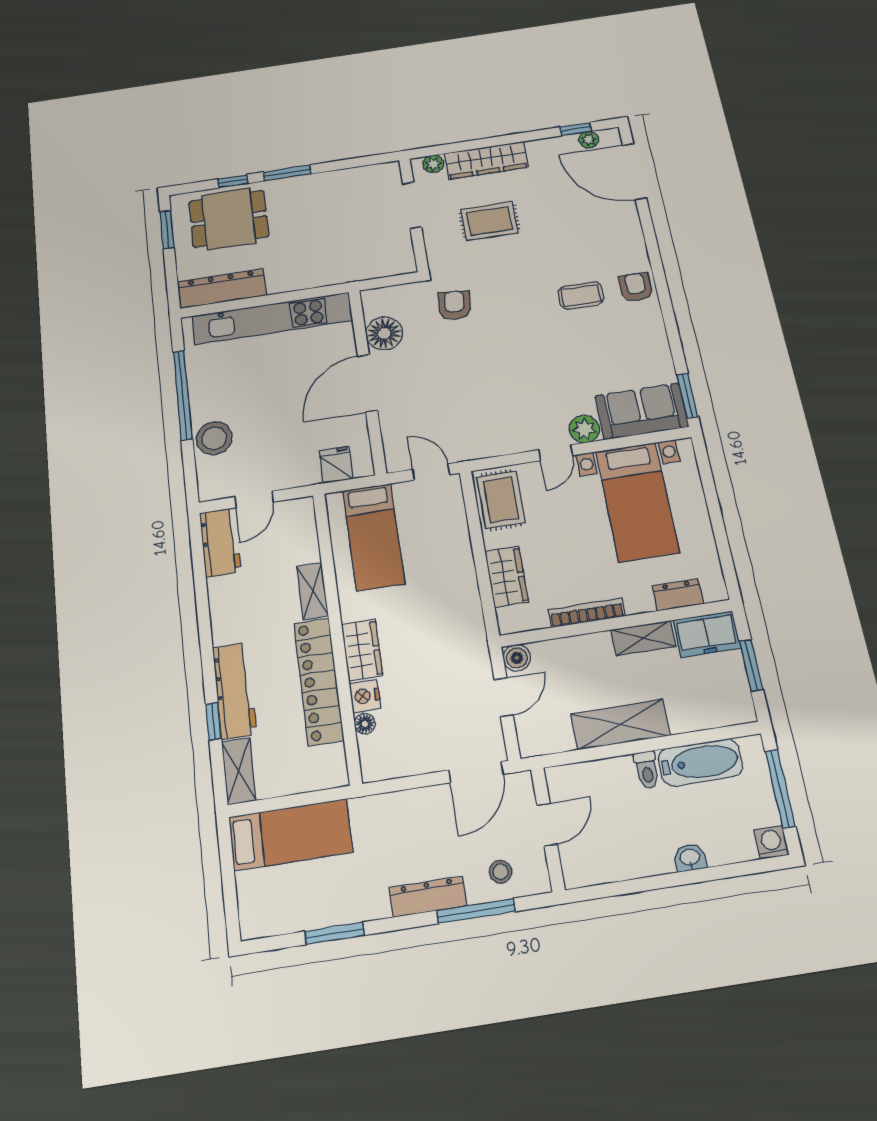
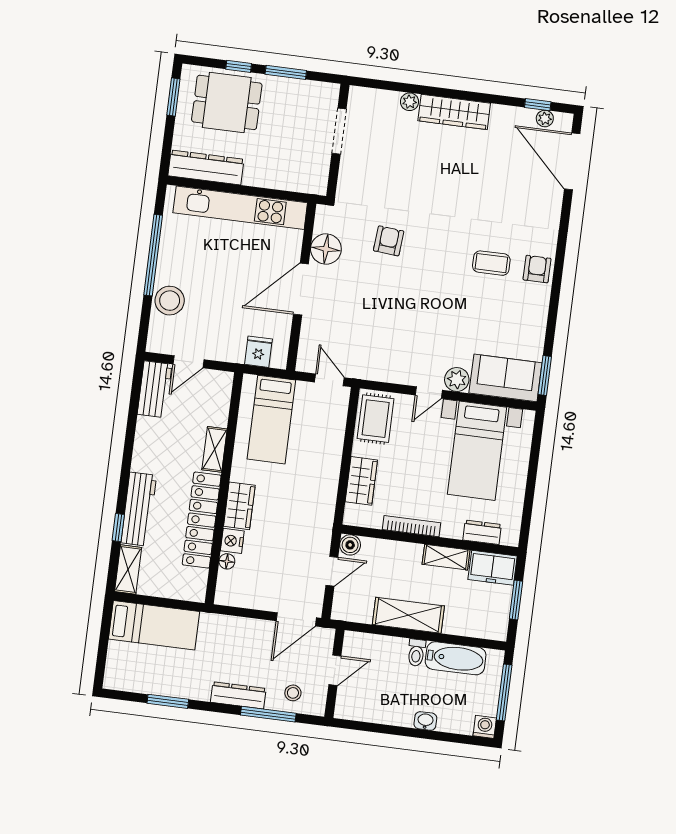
doorway: (412, 205) -> (339, 131), moved
wall: (414, 215) -> (338, 141), moved
rug: (489, 221) -> (439, 171), removed

